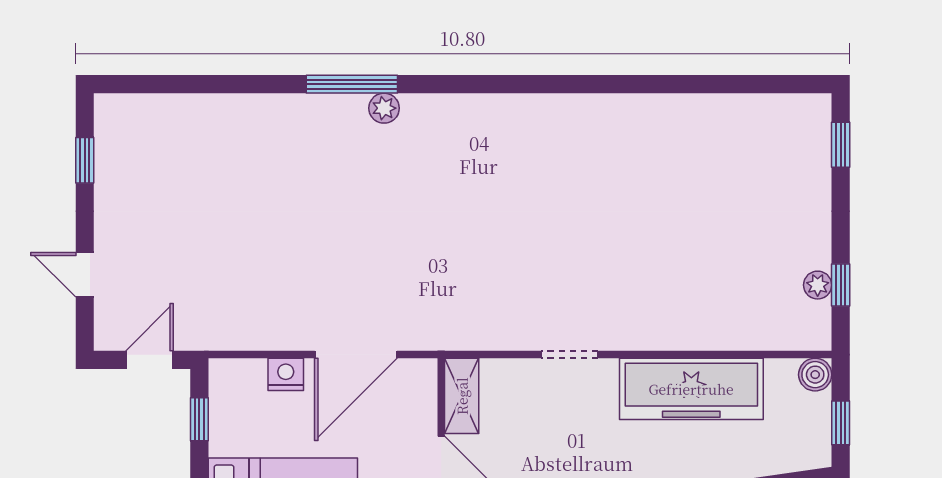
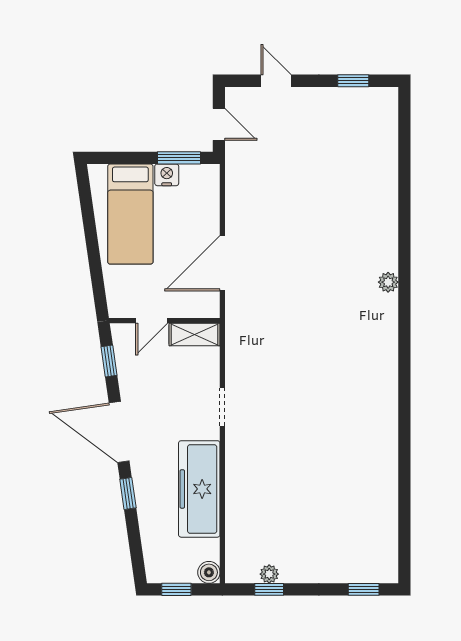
window: (352, 84) -> (404, 261), removed
door: (85, 275) -> (276, 81), hinge flipped
door: (356, 355) -> (222, 263), hinge flipped
nightstand: (286, 374) -> (167, 175), moved, turned -90
window: (199, 419) -> (179, 158), width x1.50

